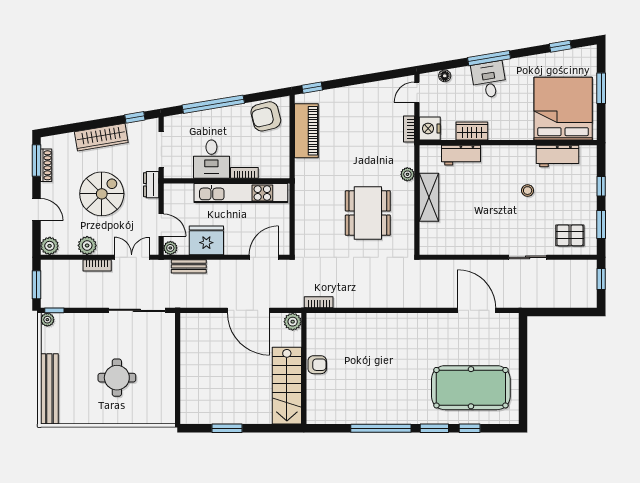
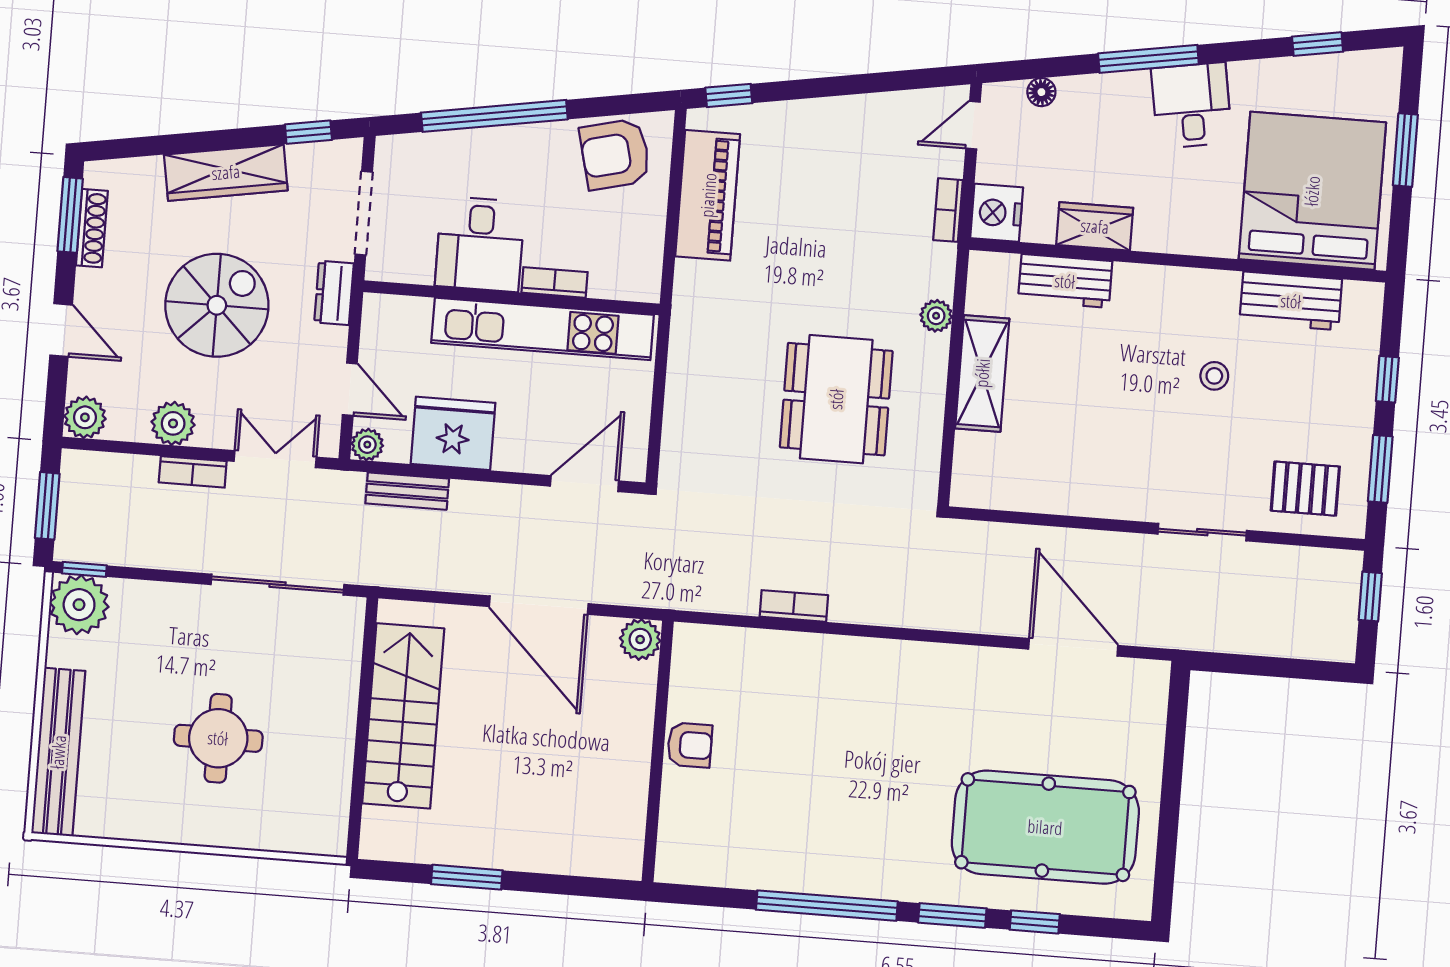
desk: (489, 80) -> (1192, 105), moved
bookcase: (319, 302) -> (794, 606), moved
plant: (47, 320) -> (79, 605), width x1.88, depth x1.88
stairs: (287, 386) -> (403, 716), moved, turned 180

